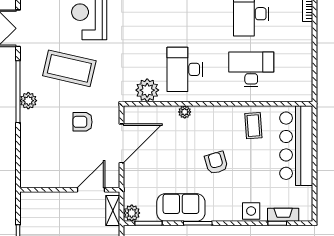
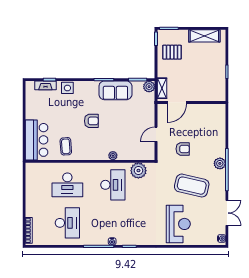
door: (122, 143) -> (156, 134), width x0.53
bar counter: (296, 146) -> (37, 140), width x0.73
armchair: (216, 163) -> (91, 121), turned -74

